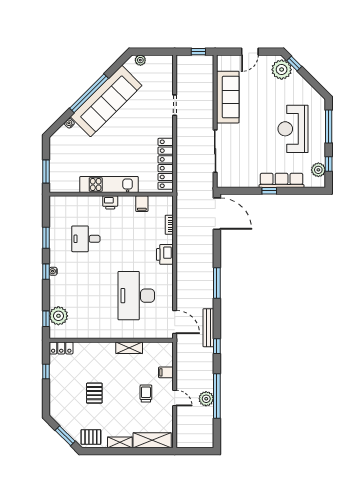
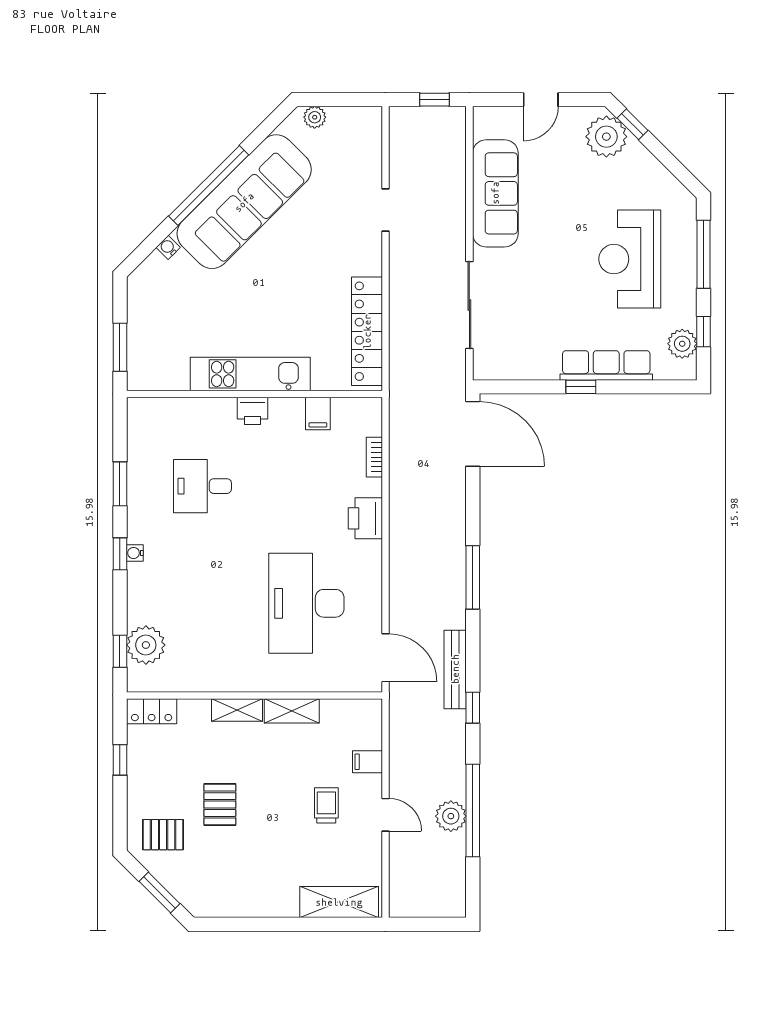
pallet: (91, 437) -> (163, 835), moved
shelving: (120, 442) -> (237, 710), moved

